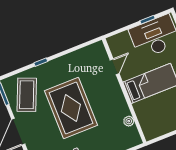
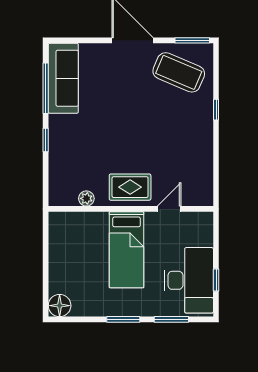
door: (115, 67) -> (169, 209), swing flipped
rug: (71, 108) -> (130, 187), moved, width x0.54, depth x0.49

